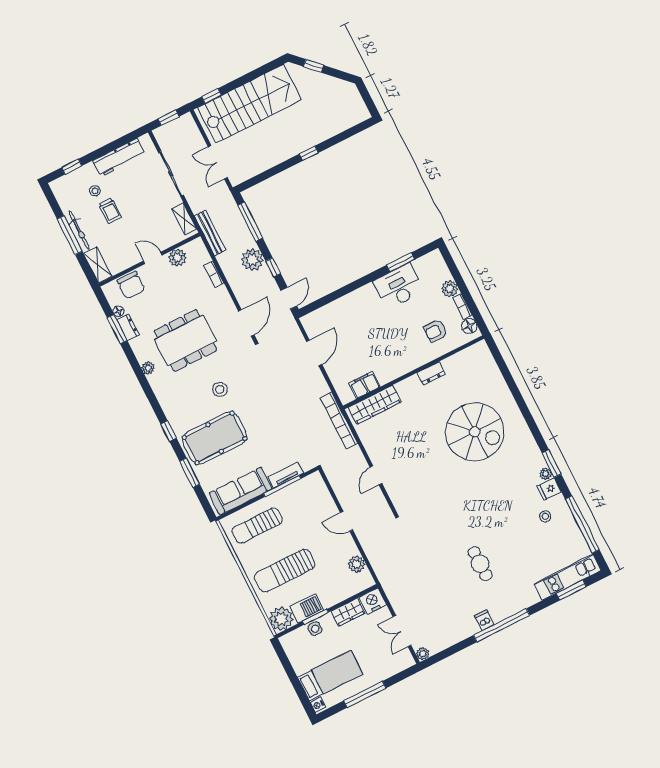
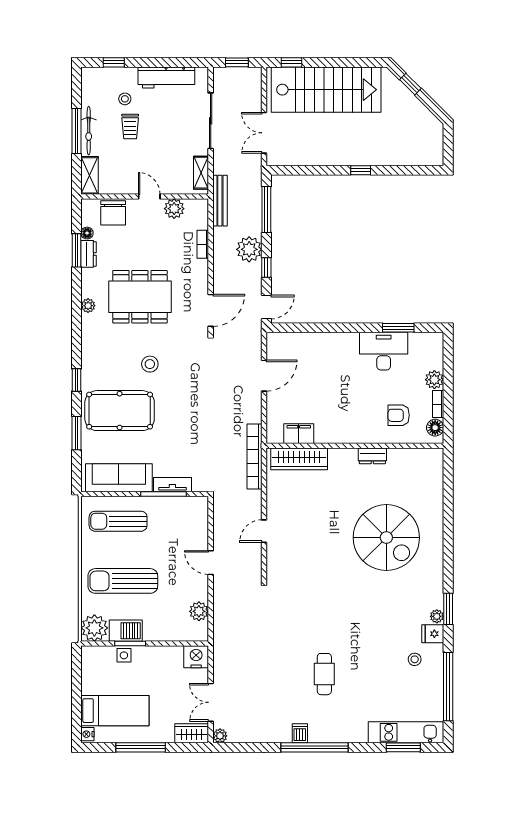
wardrobe: (348, 612) -> (192, 733), moved, turned 180

